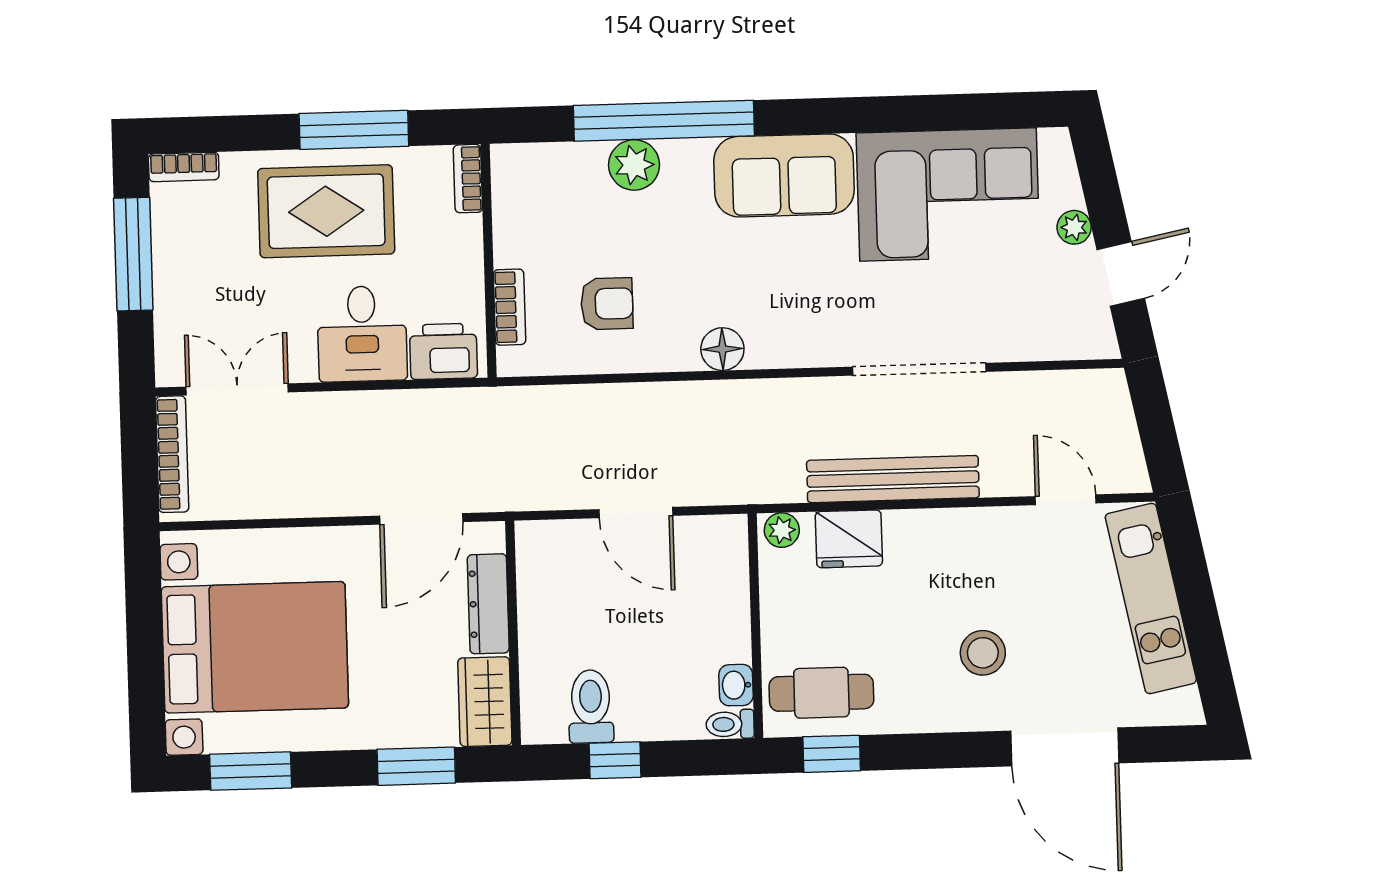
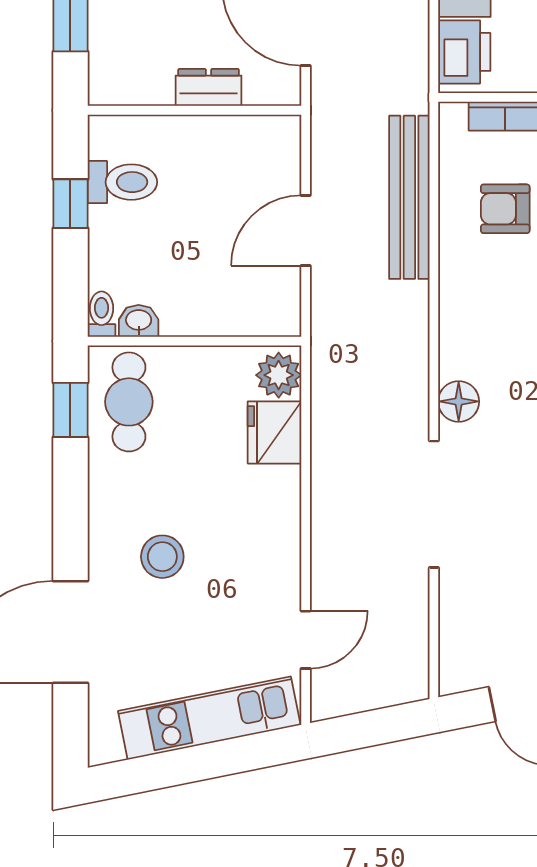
armchair: (607, 304) -> (505, 209), turned 90
floor lamp: (722, 349) -> (459, 401), moved
bench: (893, 479) -> (409, 197), moved
plant: (782, 530) -> (279, 375), width x1.38, depth x1.38
dresser: (488, 604) -> (209, 87), width x0.70
wardrobe: (485, 702) -> (130, 81), removed

